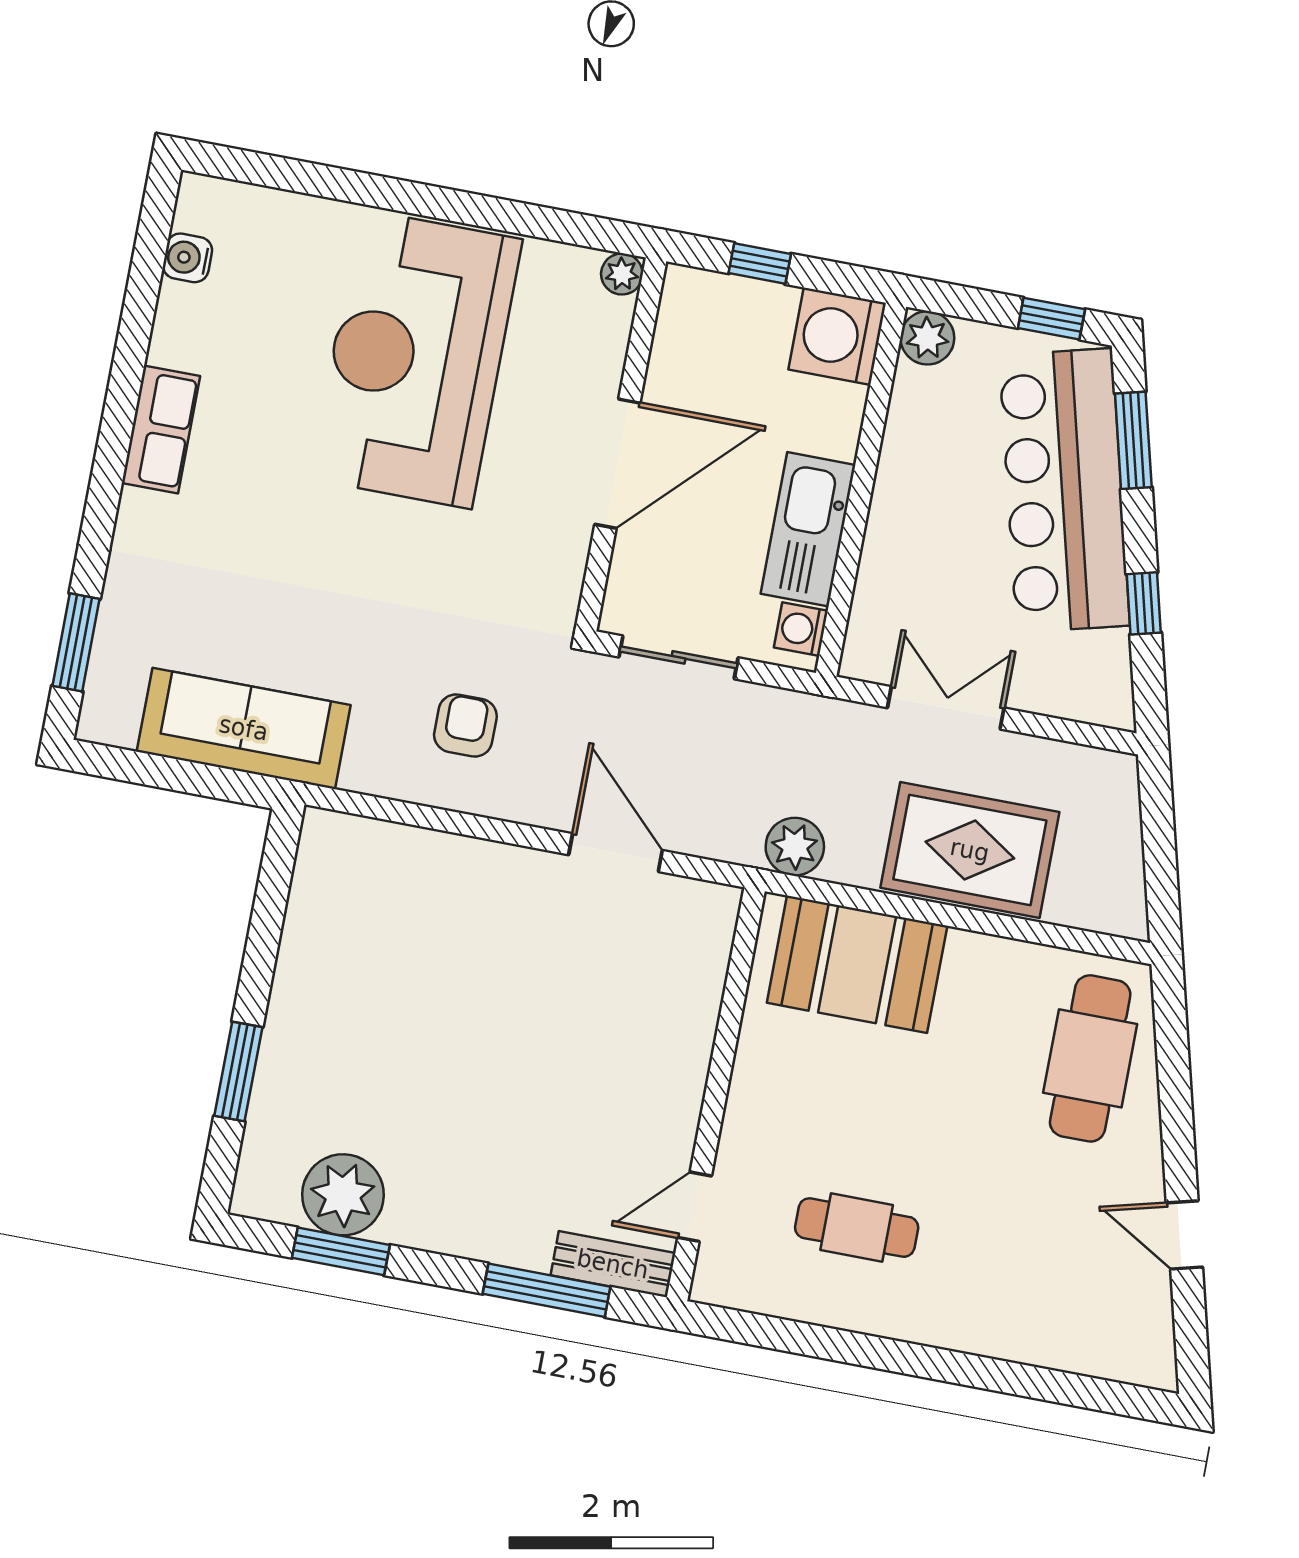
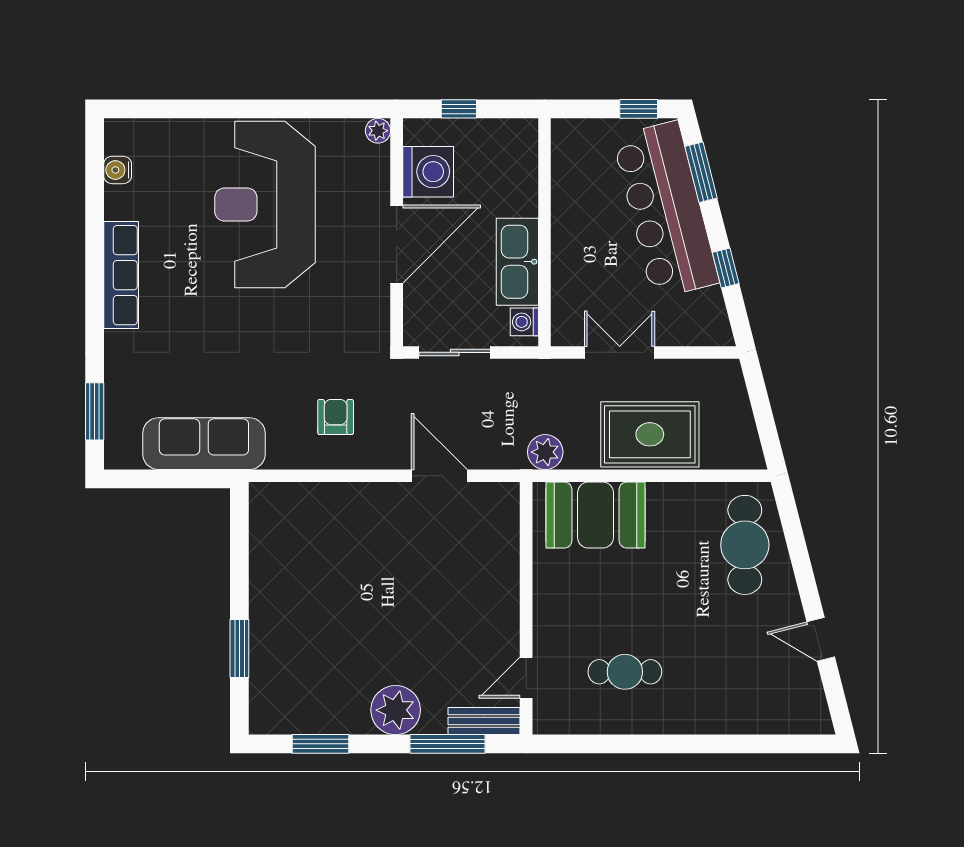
washing machine: (837, 336) -> (428, 172), moved, turned 180
plant: (927, 338) -> (567, 134), removed
row of seats: (161, 430) -> (121, 275), width x1.48
plant: (343, 1195) -> (396, 710), moved

